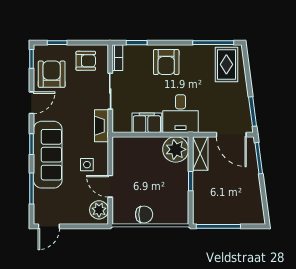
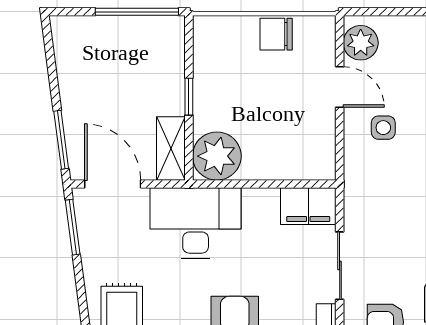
desk: (180, 114) -> (196, 223), width x1.37
filing cabinet: (147, 123) -> (308, 206), moved
fireplace: (101, 126) -> (356, 200), removed

